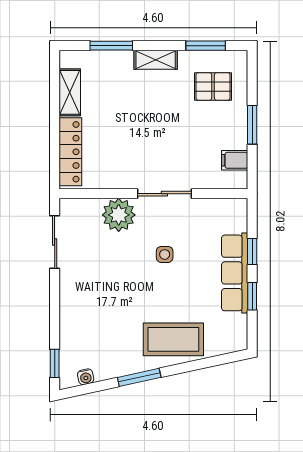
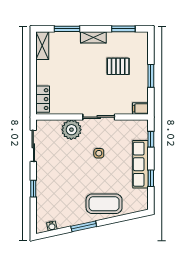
pallet: (213, 86) -> (118, 66), moved
shelving: (70, 92) -> (42, 46), moved
locker: (70, 152) -> (43, 99), width x0.66
filing cabinet: (235, 160) -> (140, 109), moved
window: (252, 251) -> (151, 139), moved
window: (55, 363) -> (33, 189), moved

